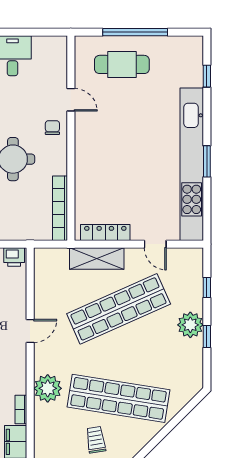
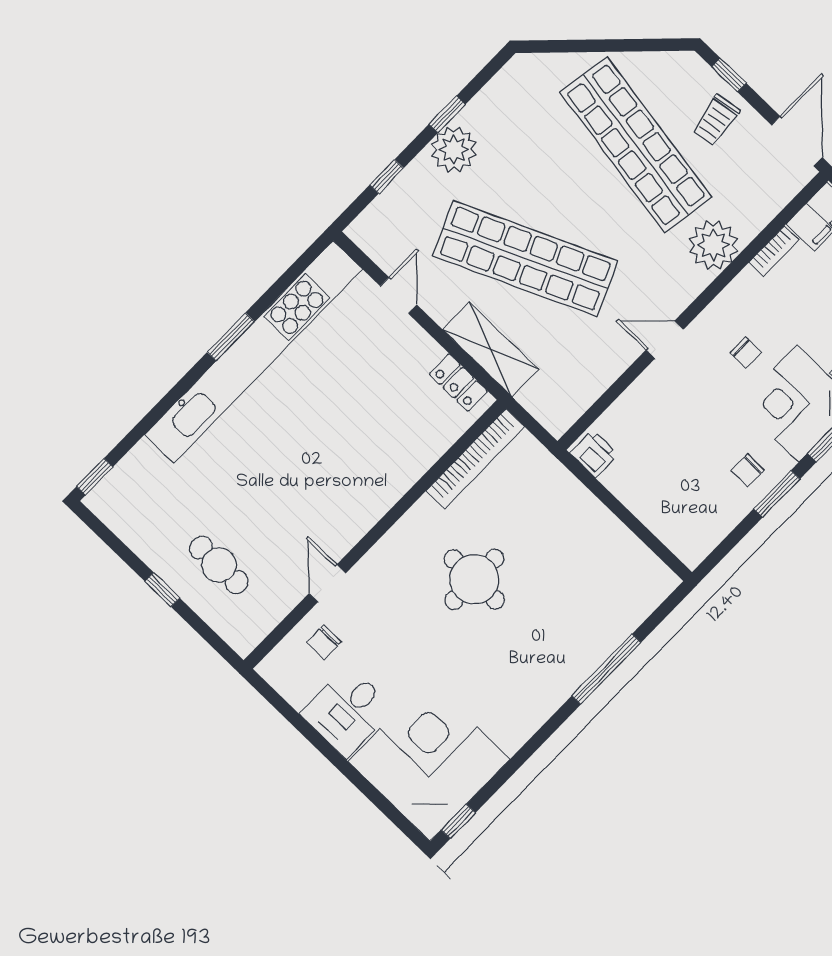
window: (135, 32) -> (162, 590), width x0.32
cafe table: (122, 64) -> (219, 565), width x0.73, depth x0.74
window: (207, 76) -> (95, 477), moved
chair: (52, 128) -> (324, 642), moved
locker: (105, 232) -> (458, 383), width x0.66

